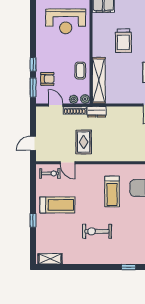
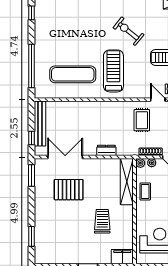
dresser: (97, 112) -> (106, 150), moved
treadmill: (112, 191) -> (113, 71), width x1.37, depth x1.38
exercise bike: (97, 231) -> (128, 31), turned -141

